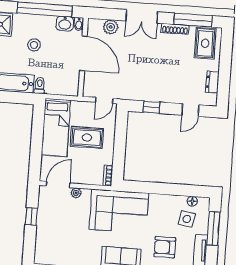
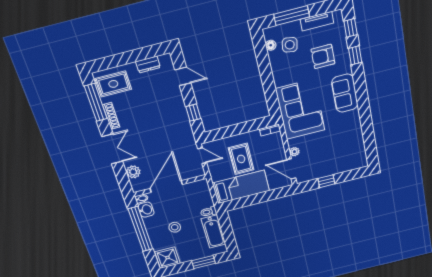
armchair: (165, 247) -> (323, 56), turned 90

